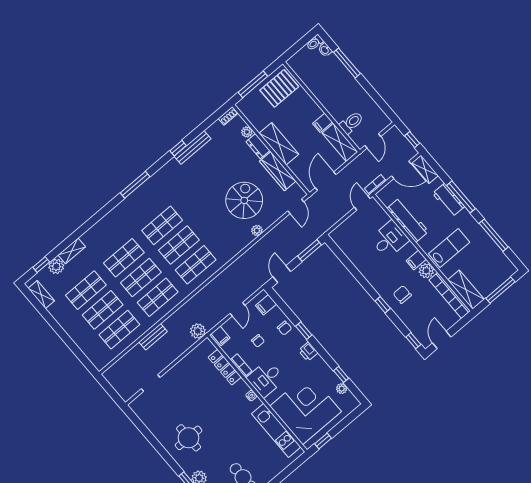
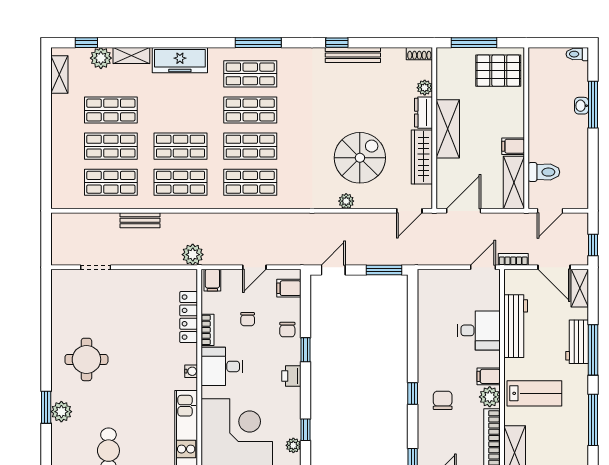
washbasin: (325, 50) -> (581, 106), moved
freezer: (100, 231) -> (180, 60), added
shop shelf: (124, 258) -> (250, 74), moved

